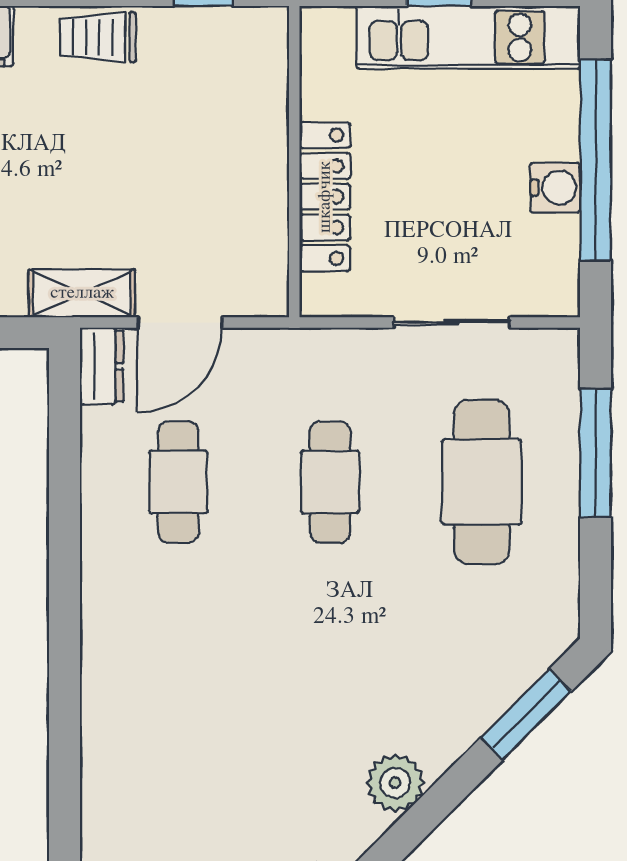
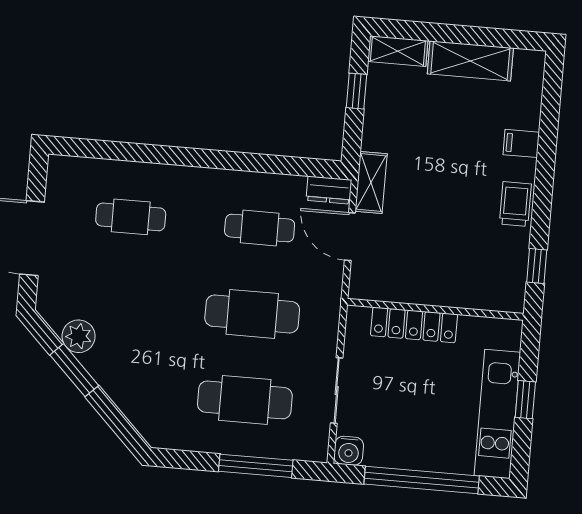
water cooler: (555, 188) -> (349, 451), moved
cafe table: (330, 482) -> (252, 314), width x1.37, depth x1.35
cafe table: (178, 709) -> (131, 217), added
window: (526, 714) -> (74, 370), moved

